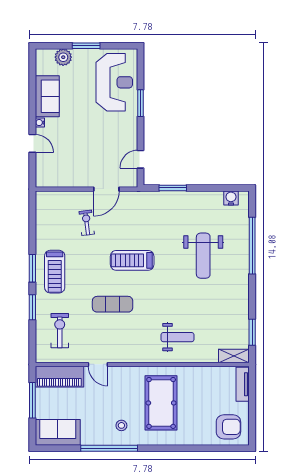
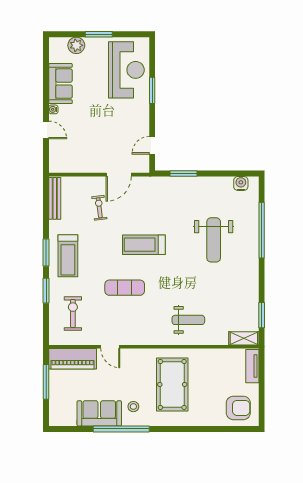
bench: (41, 213) -> (55, 198), added
sofa: (58, 432) -> (99, 413), moved

